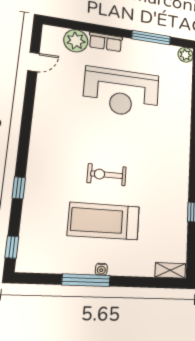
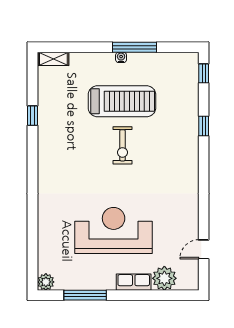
exercise bike: (107, 175) -> (122, 145), turned 90

